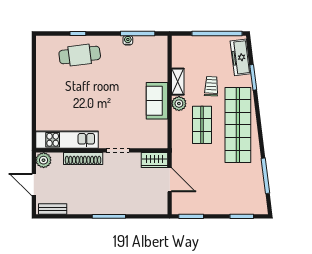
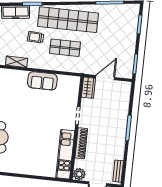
shelving: (178, 82) -> (17, 62), moved
plant: (179, 104) -> (46, 64), removed

